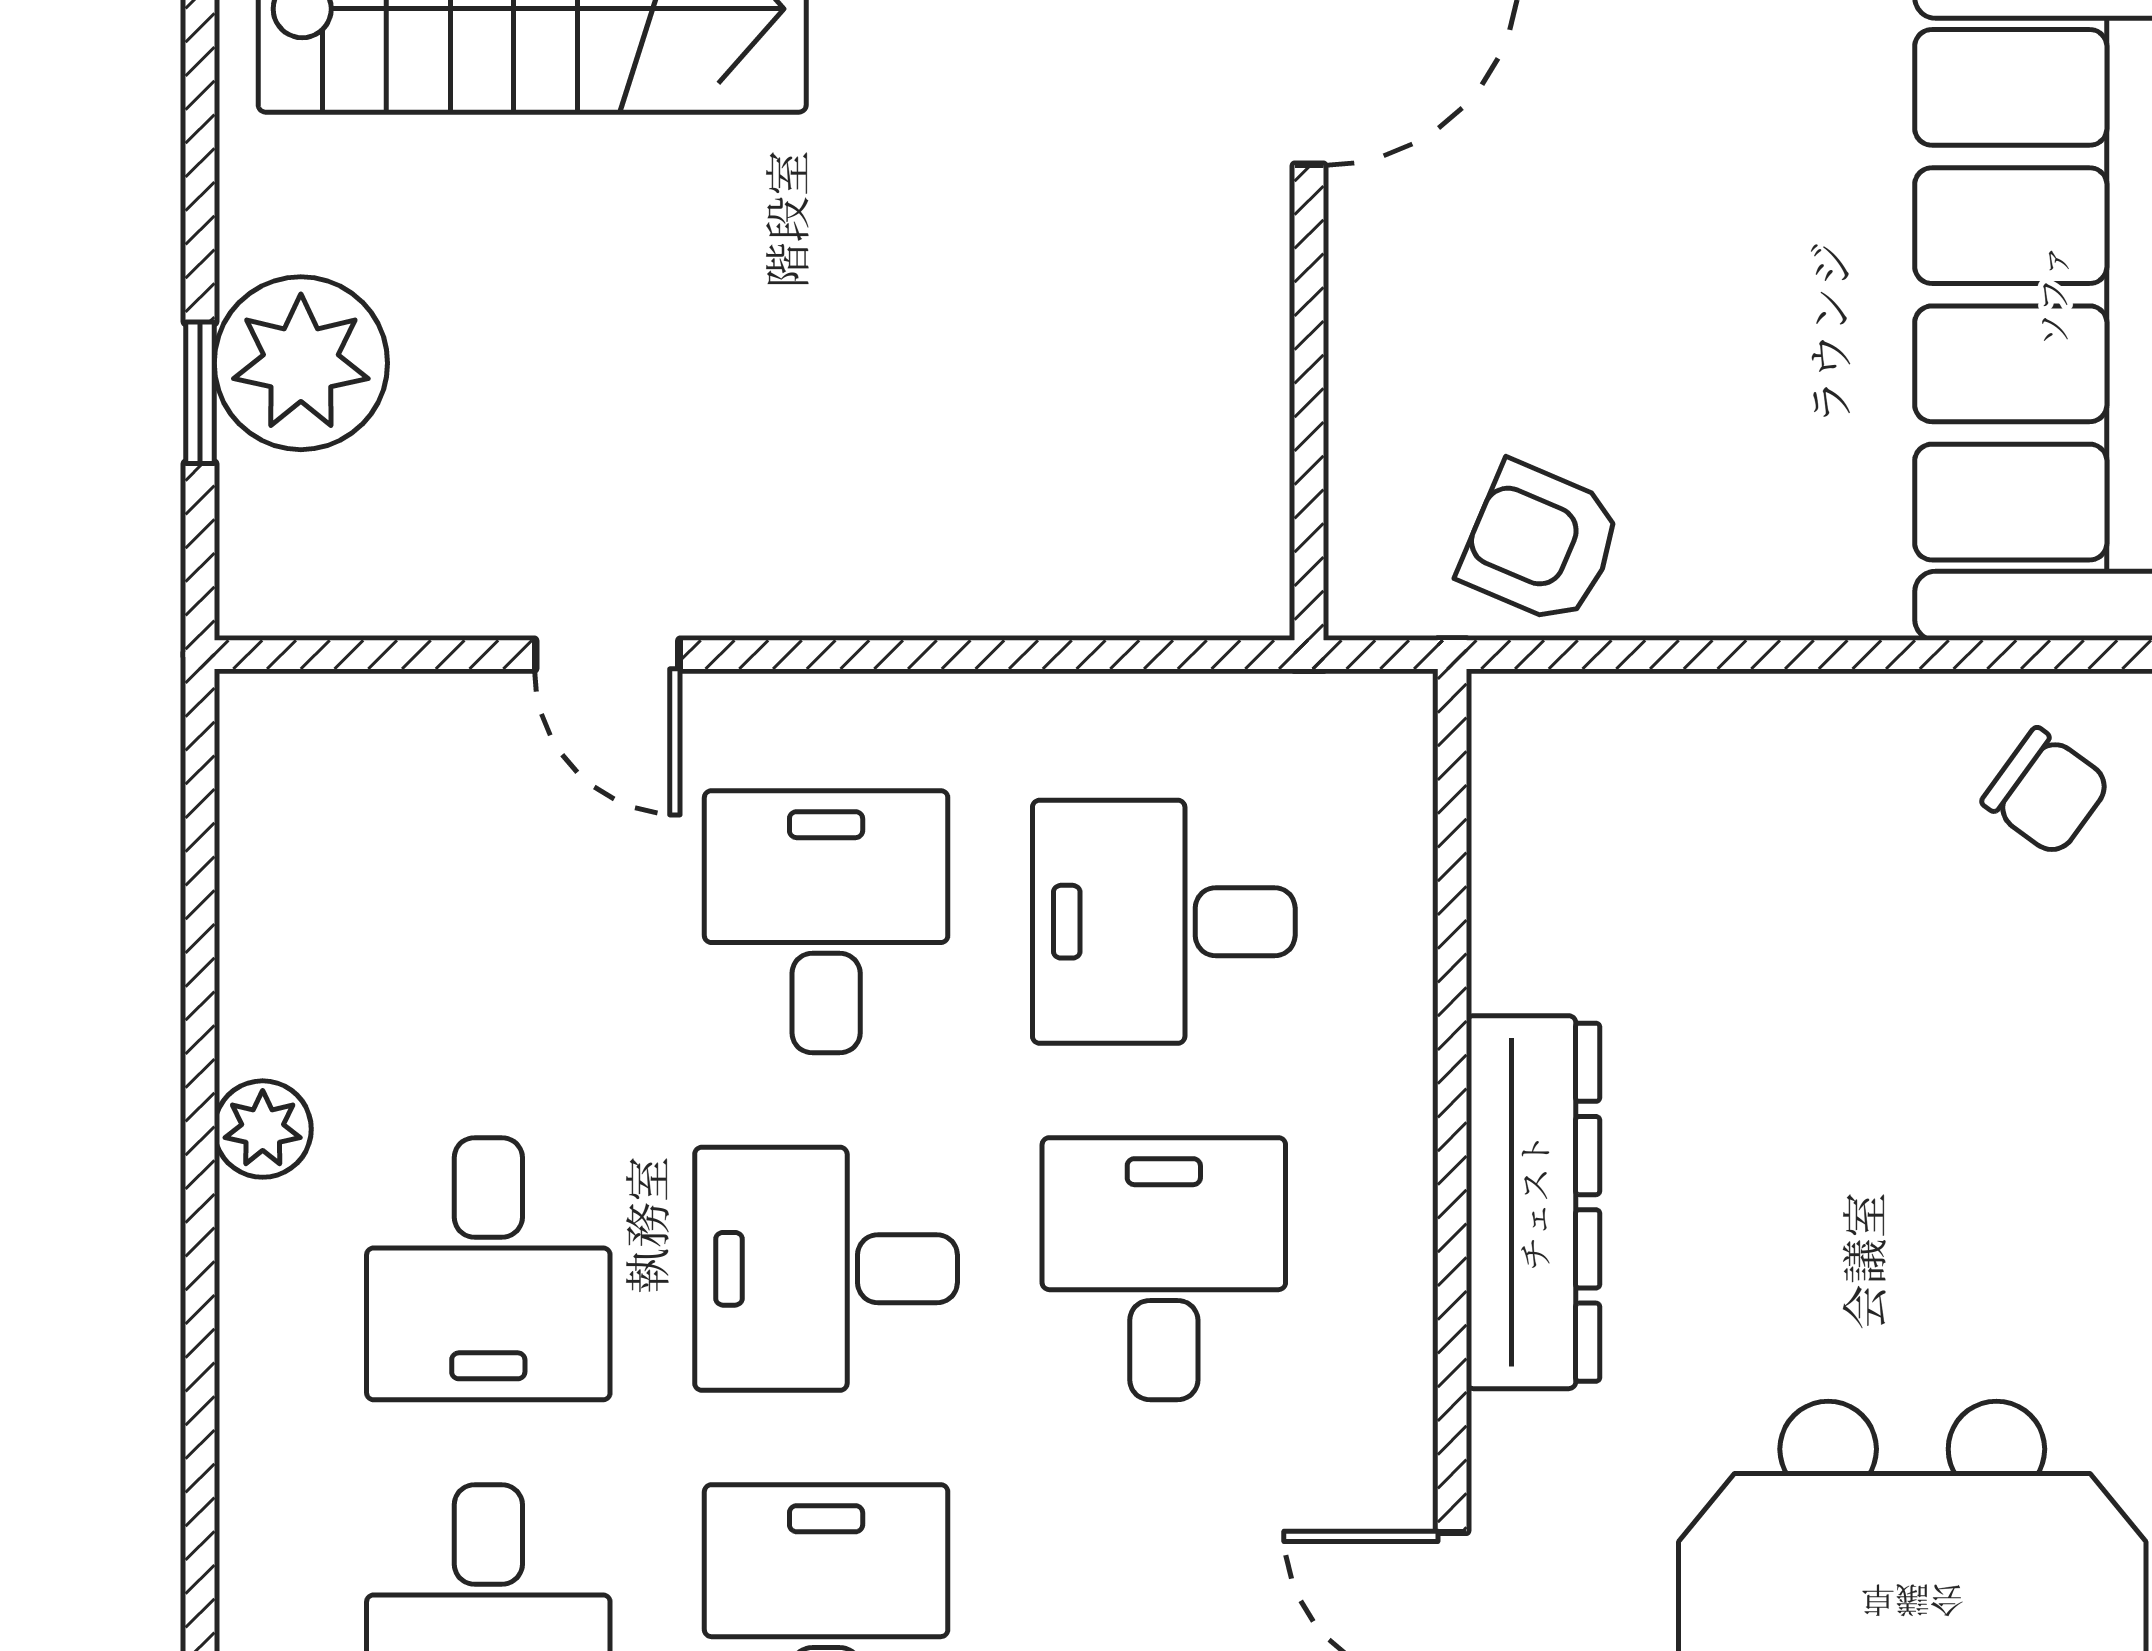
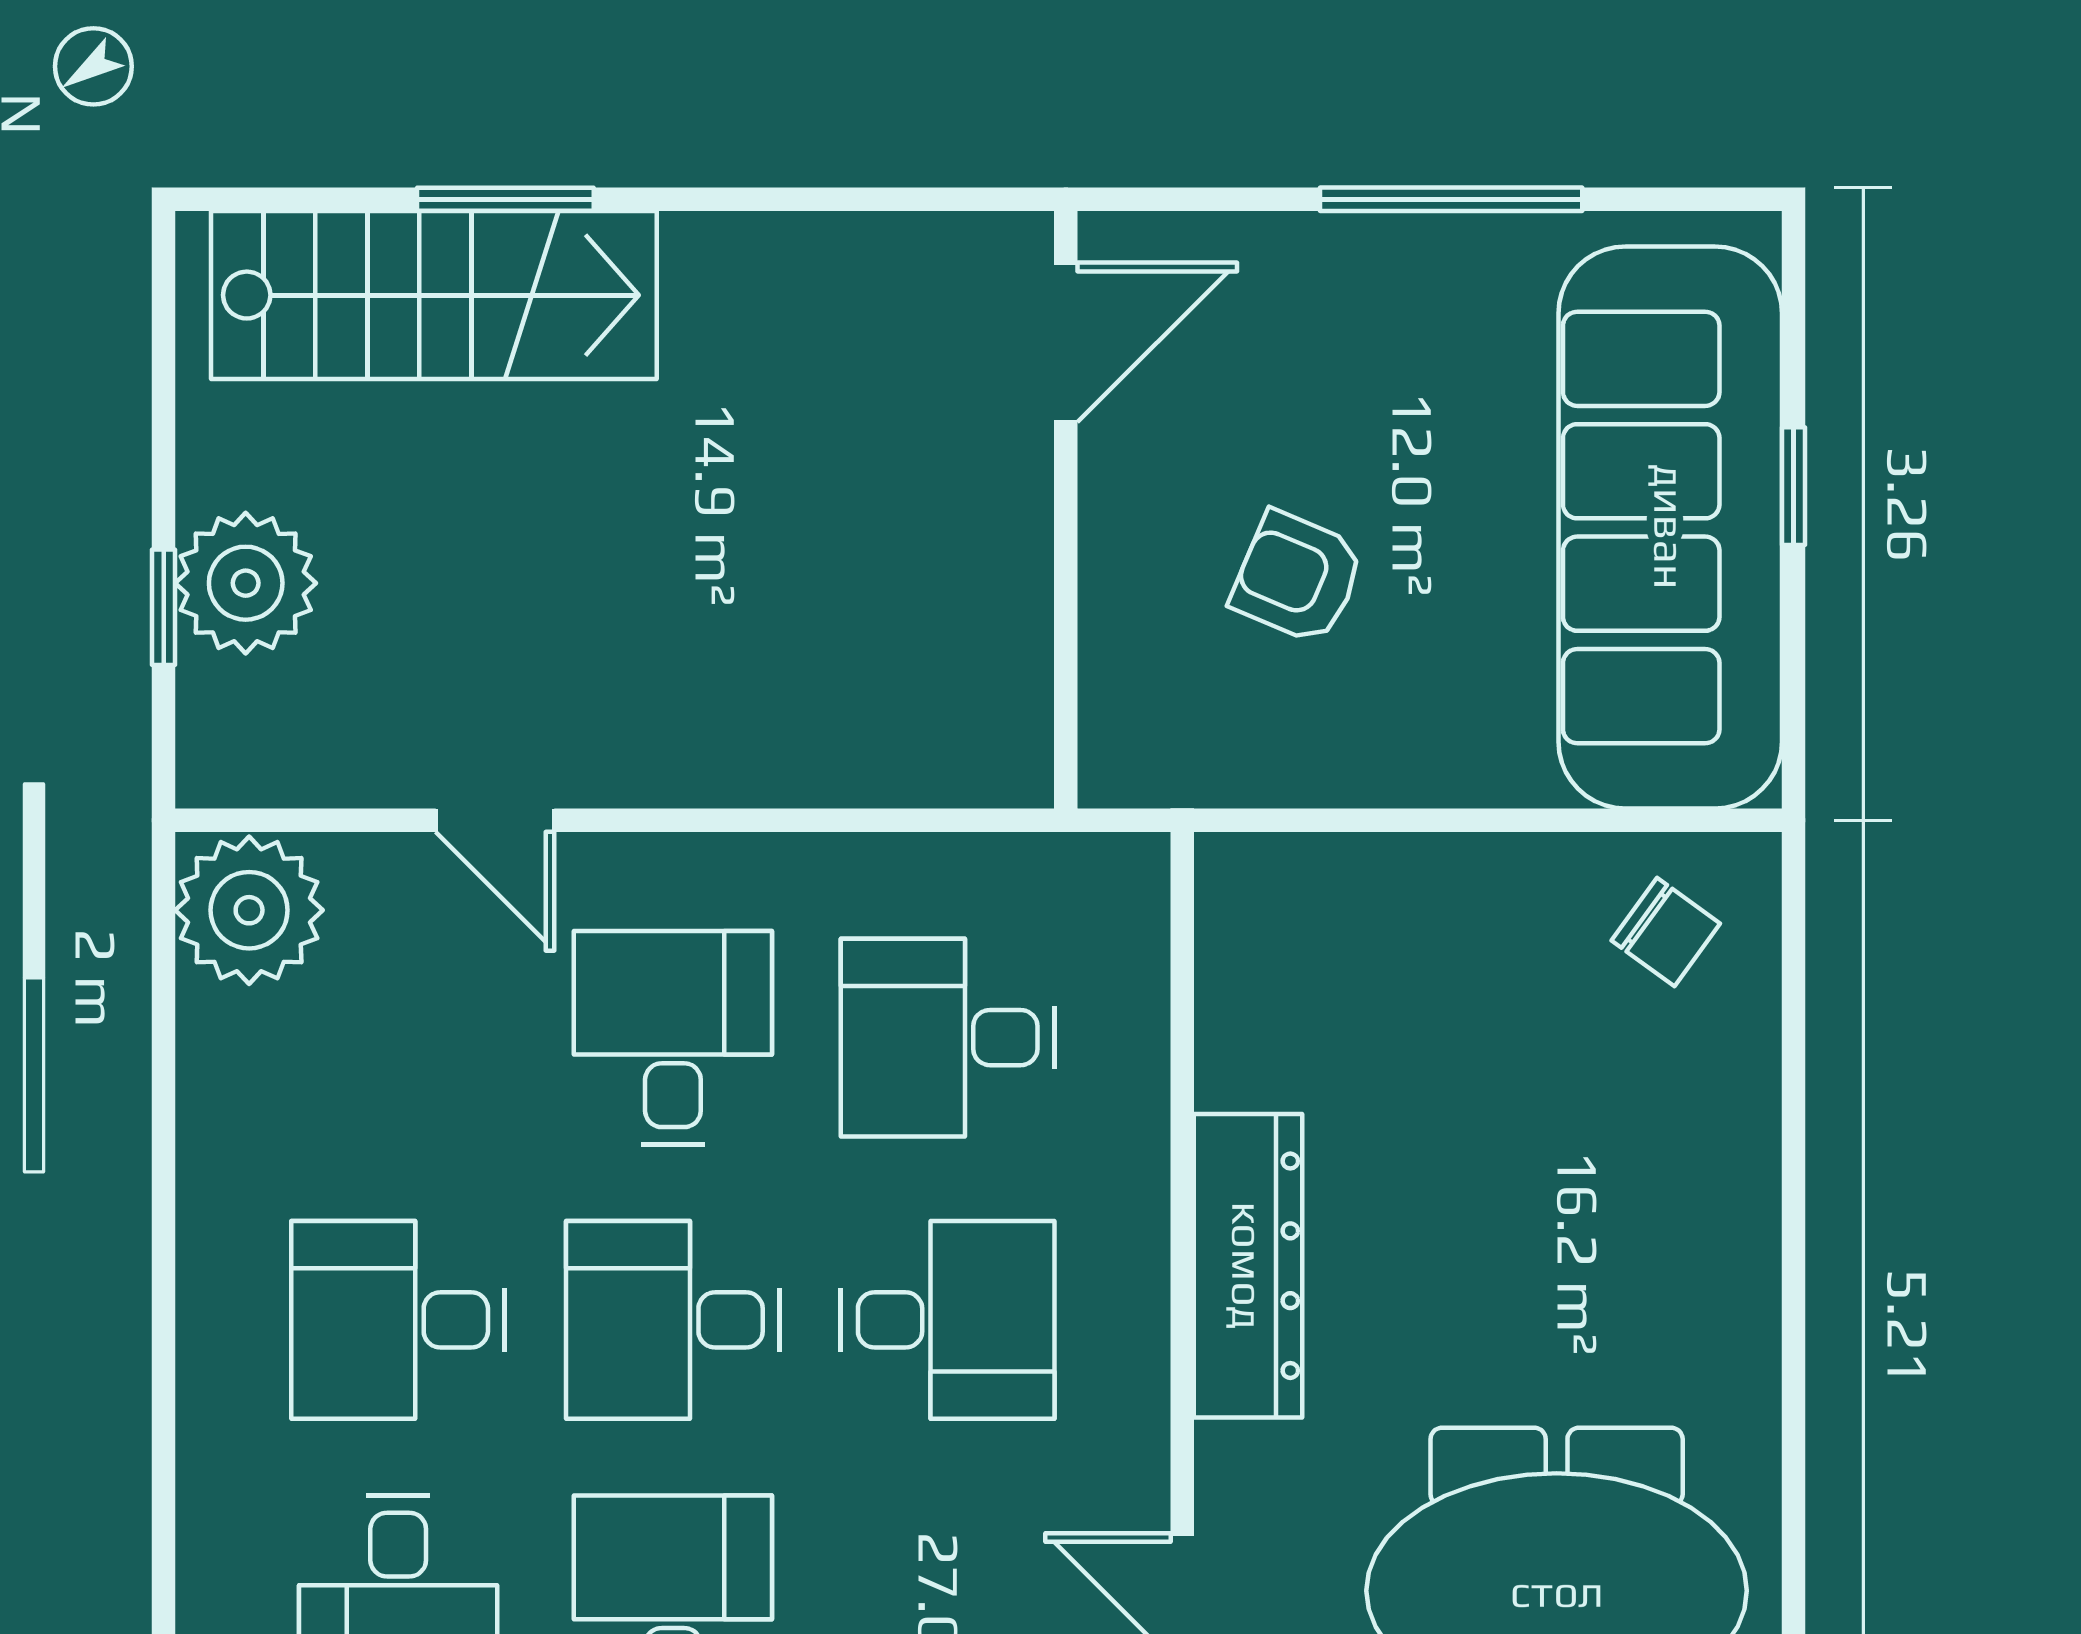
armchair: (1541, 543) -> (1298, 577), moved
plant: (263, 1129) -> (249, 910), moved, width x1.88, depth x1.88
desk: (488, 1269) -> (398, 1320), turned 90
desk: (1164, 1269) -> (948, 1320), turned 90

